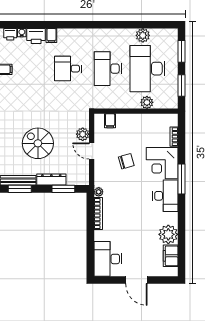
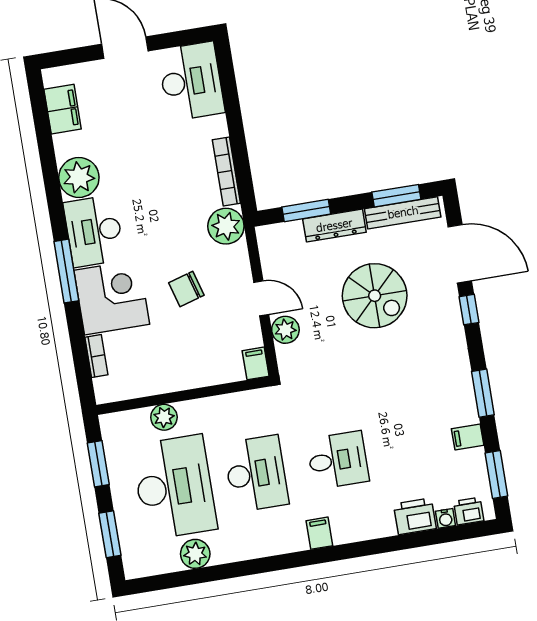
filing cabinet: (51, 35) -> (319, 533), moved
filing cabinet: (110, 121) -> (256, 363), moved
plant: (99, 192) -> (226, 226), width x1.88, depth x1.88
plant: (168, 234) -> (79, 177), moved

